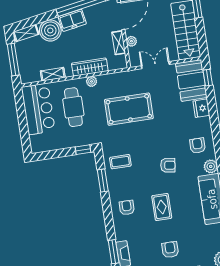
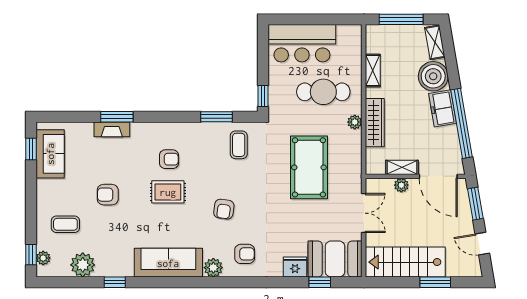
window: (208, 78) -> (320, 282), moved
bar counter: (38, 109) -> (302, 43), moved
armchair: (127, 208) -> (169, 159), moved
armchair: (170, 250) -> (108, 195), turned 180

